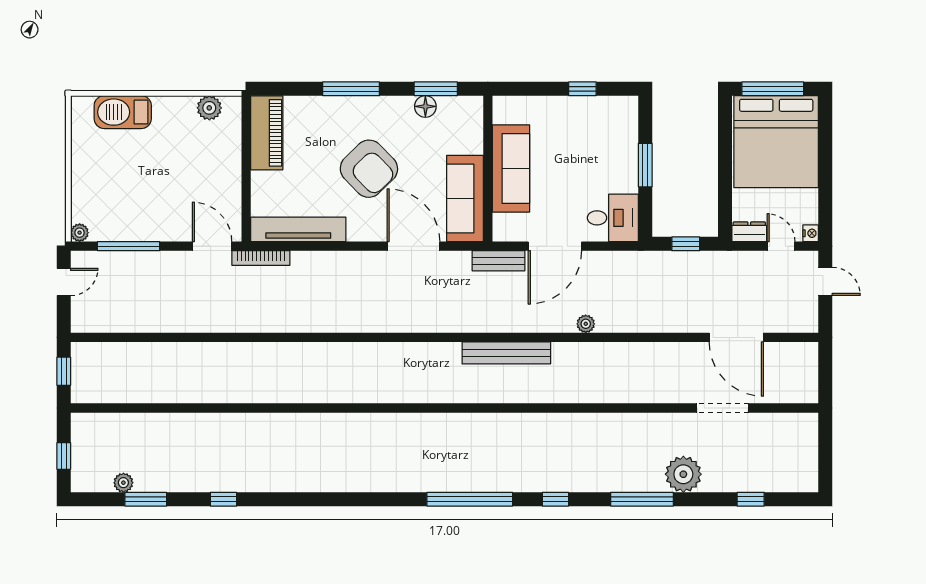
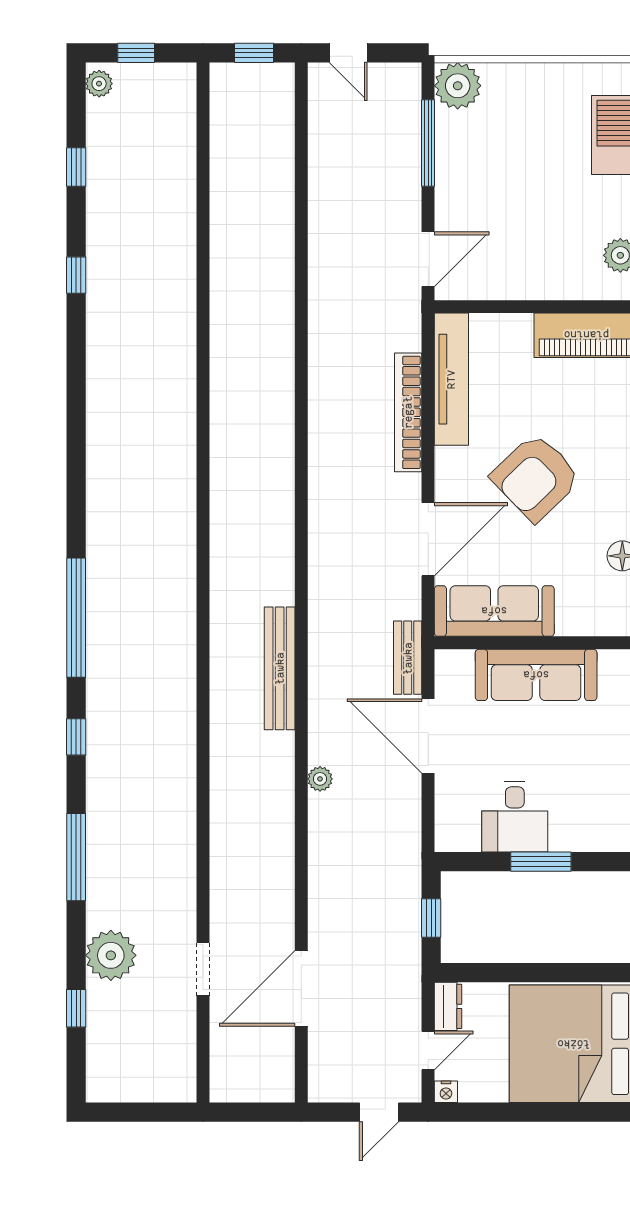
desk: (613, 218) -> (515, 817), moved
plant: (80, 233) -> (458, 86), width x1.88, depth x1.88
bookcase: (261, 258) -> (408, 412), moved, width x1.48, depth x1.31
door: (64, 282) -> (348, 53), moved
doorway: (723, 408) -> (203, 969), width x0.73
plant: (683, 474) -> (111, 955), moved
plant: (123, 483) -> (99, 84), moved
window: (146, 499) -> (76, 167), width x0.67

